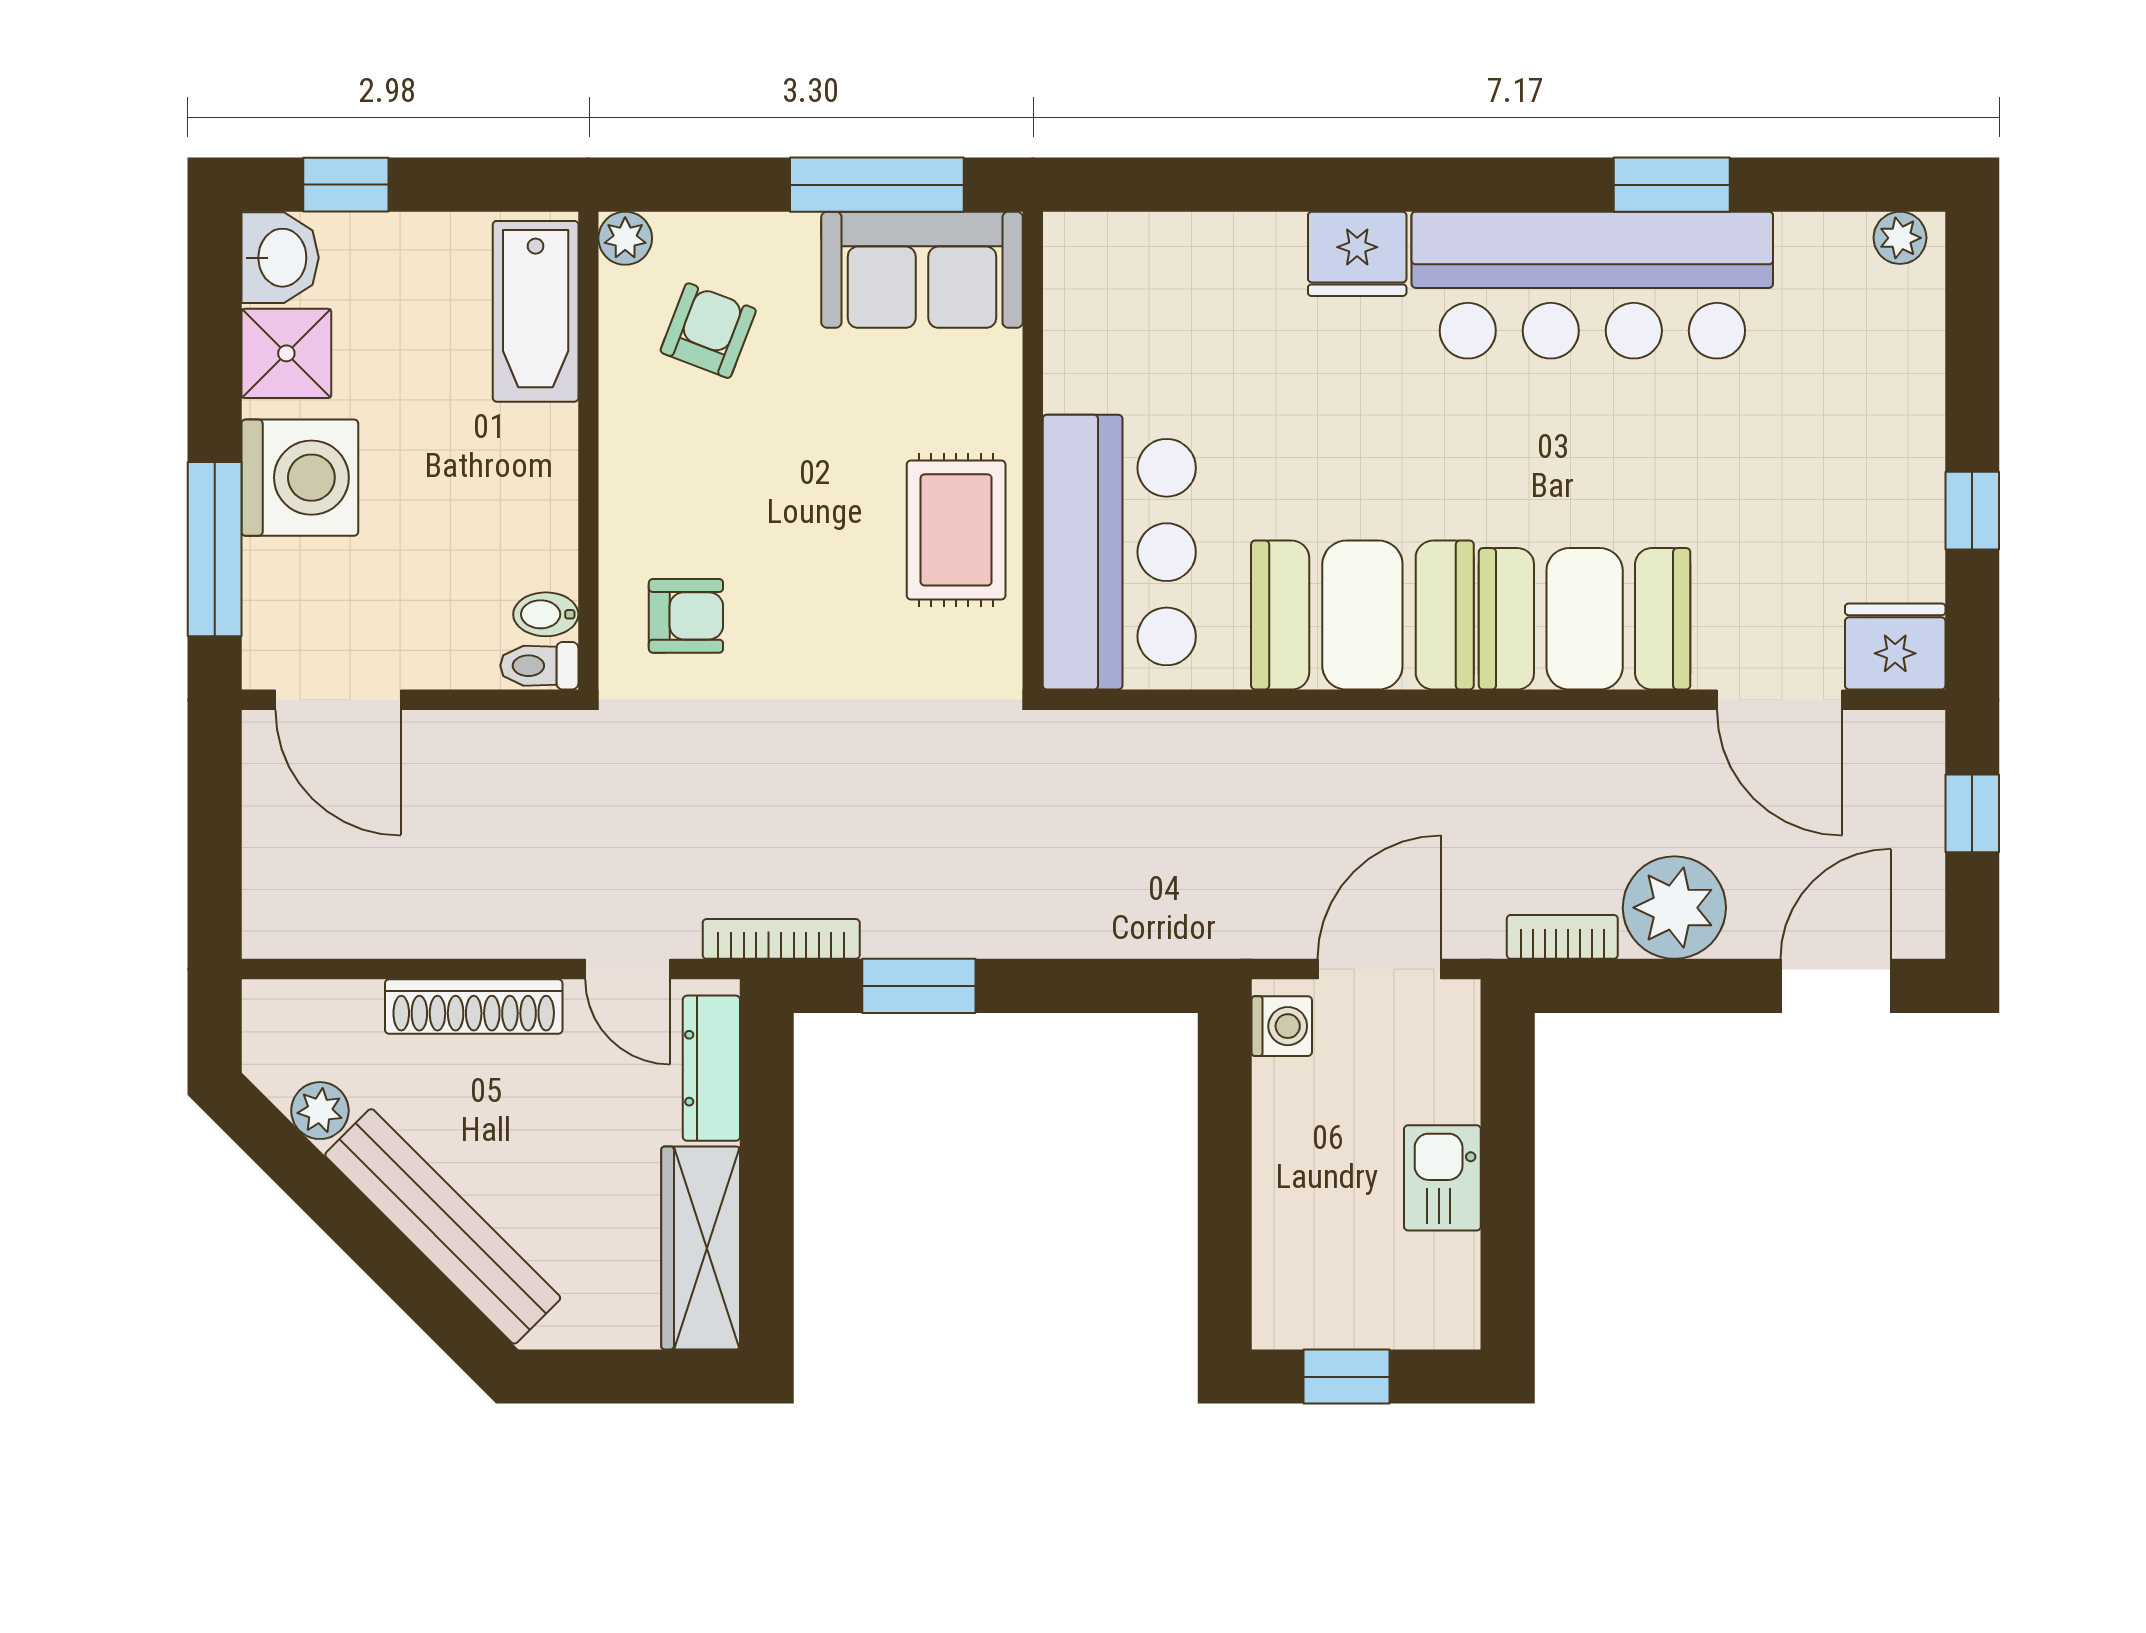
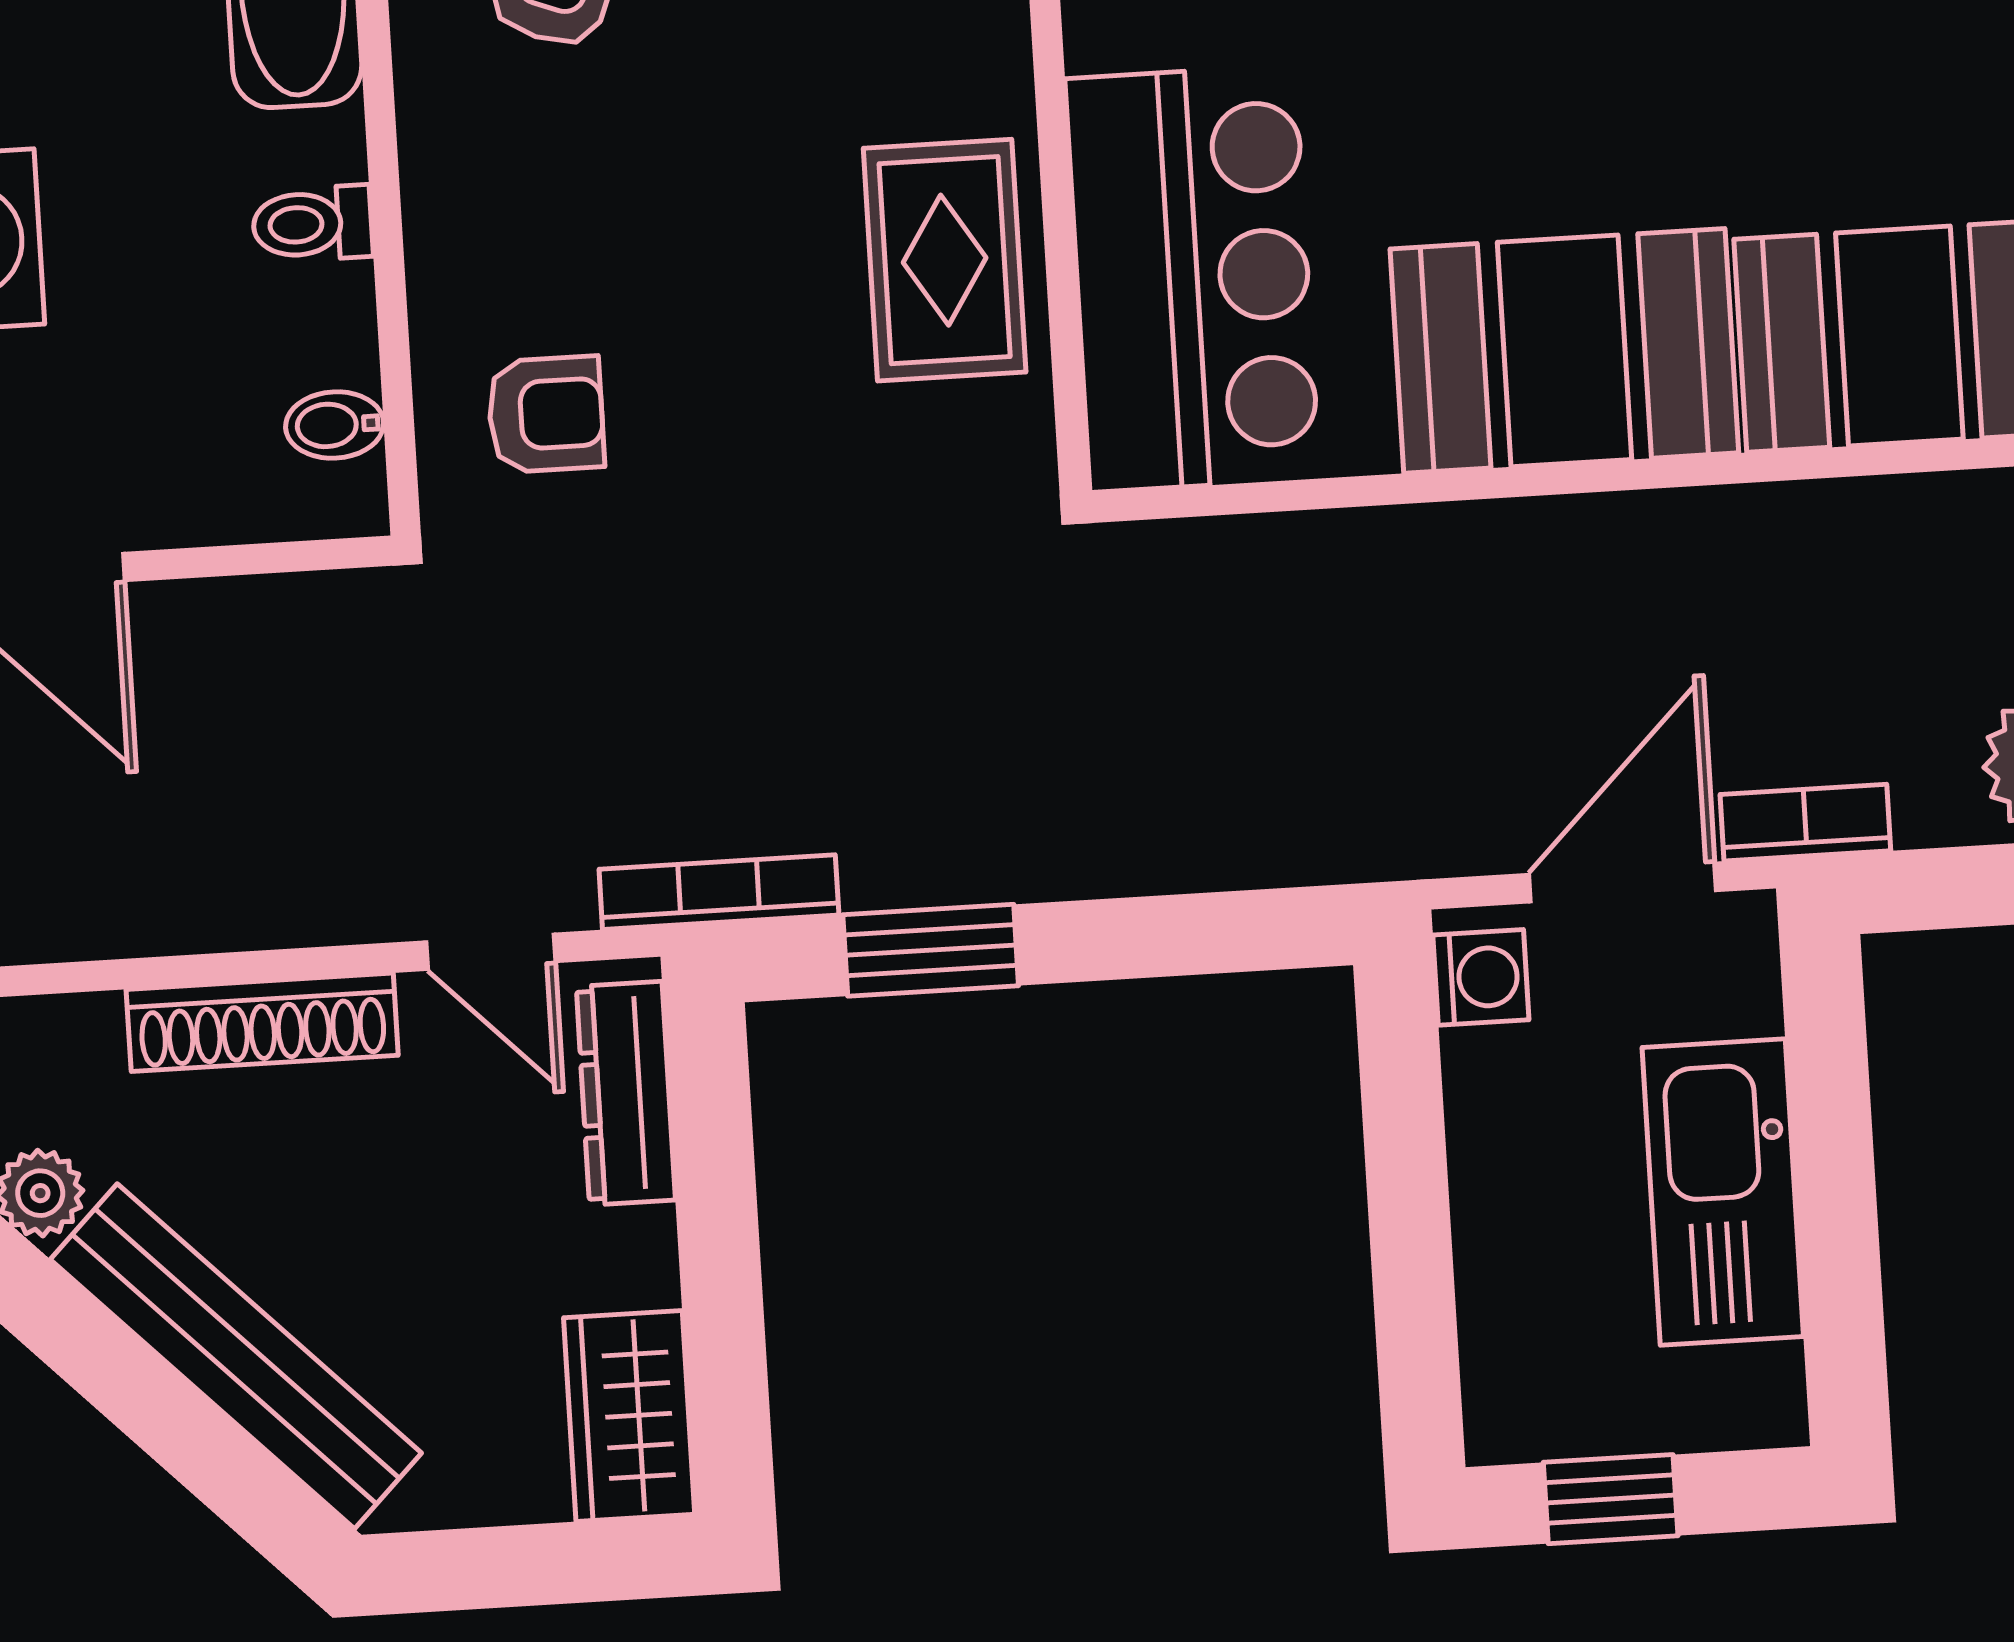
toilet: (539, 666) -> (312, 224), moved
bookcase: (1562, 937) -> (1805, 823), moved
kitchen sink: (1442, 1178) -> (1723, 1192), width x1.88, depth x1.24
wardrobe: (701, 1248) -> (629, 1416), width x0.67

